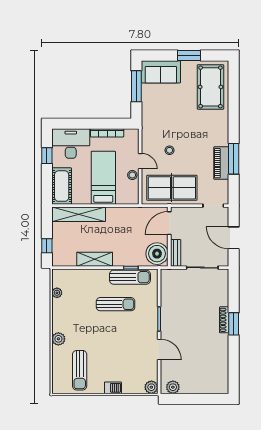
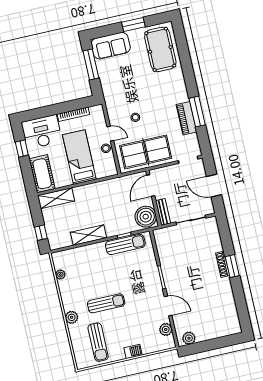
shelving: (79, 214) -> (56, 198), width x0.68
sun lounger: (116, 304) -> (106, 303), moved
plant: (151, 387) -> (166, 329), moved

